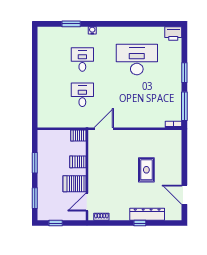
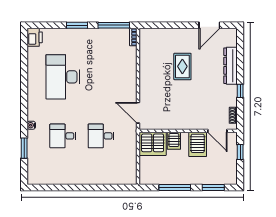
server rack: (78, 136) -> (153, 144), width x2.18, depth x1.44
window: (35, 163) -> (175, 188), width x1.44
rug: (146, 170) -> (182, 66), turned 90
window: (56, 223) -> (240, 152), moved
window: (140, 223) -> (240, 91), moved

